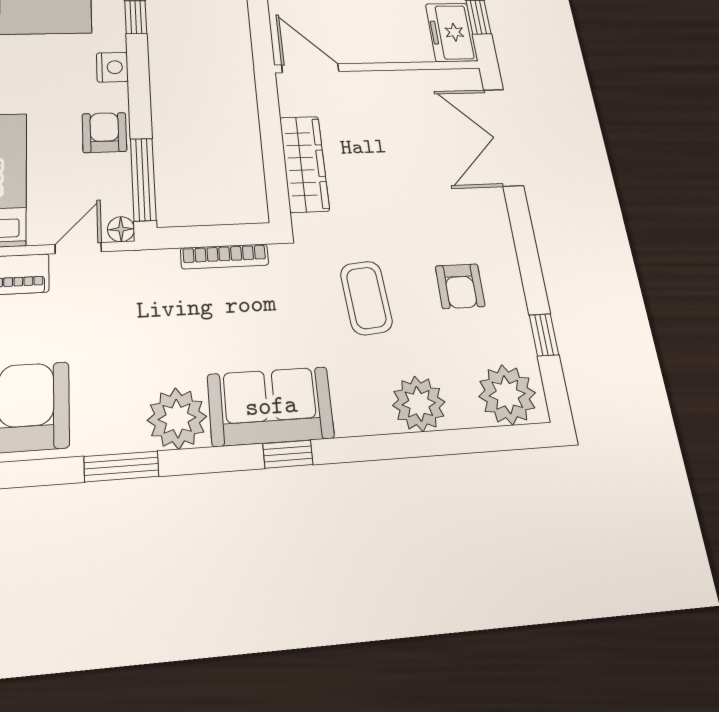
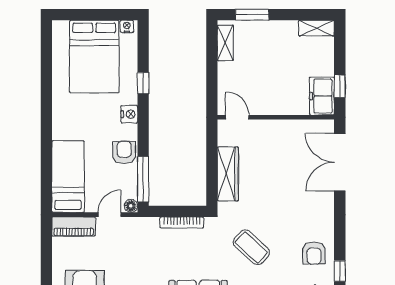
door: (310, 68) -> (237, 117), width x0.73
armchair: (460, 286) -> (314, 253), moved
coffee table: (366, 298) -> (251, 247), turned -42

